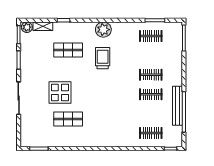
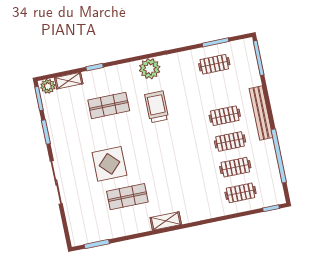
bench: (177, 106) -> (261, 113), moved
clothes rail: (151, 114) -> (235, 167), added
shelving: (92, 142) -> (166, 221), added

